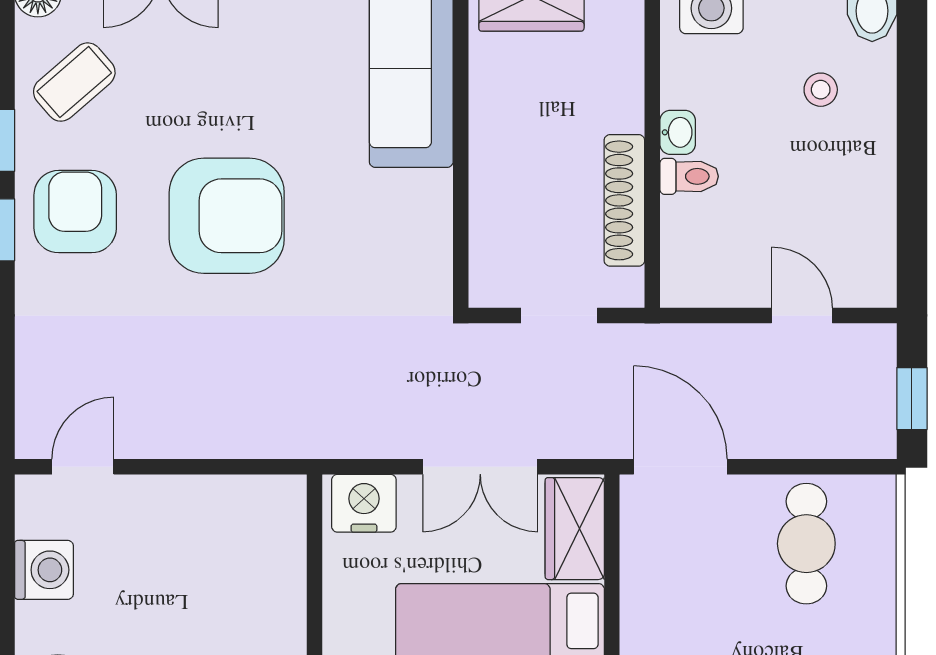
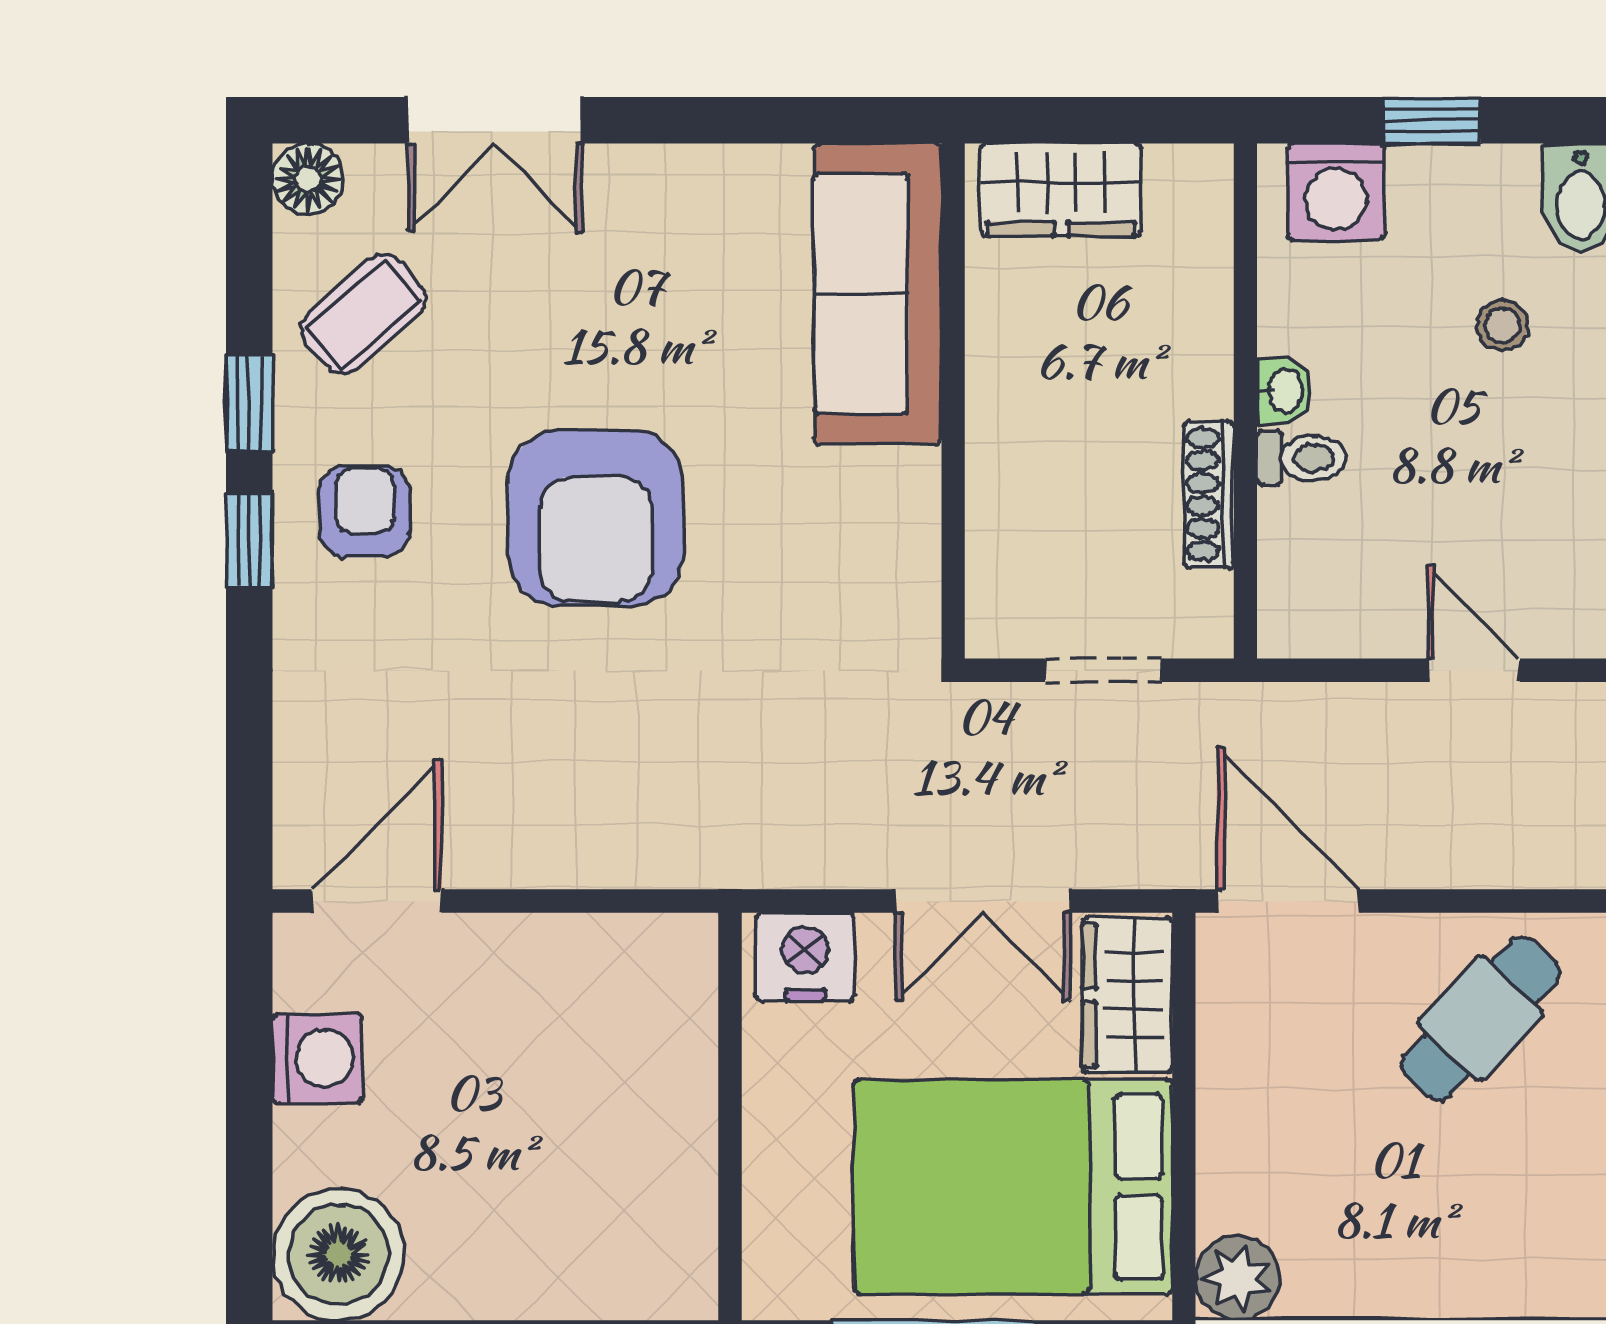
shoe rack: (624, 200) -> (1209, 495), width x0.74, depth x0.81
armchair: (75, 212) -> (365, 512), width x0.72, depth x0.72
armchair: (227, 216) -> (596, 518), turned 90
door: (83, 467) -> (376, 901), width x1.37
cafe table: (806, 544) -> (1480, 1018), turned 43

